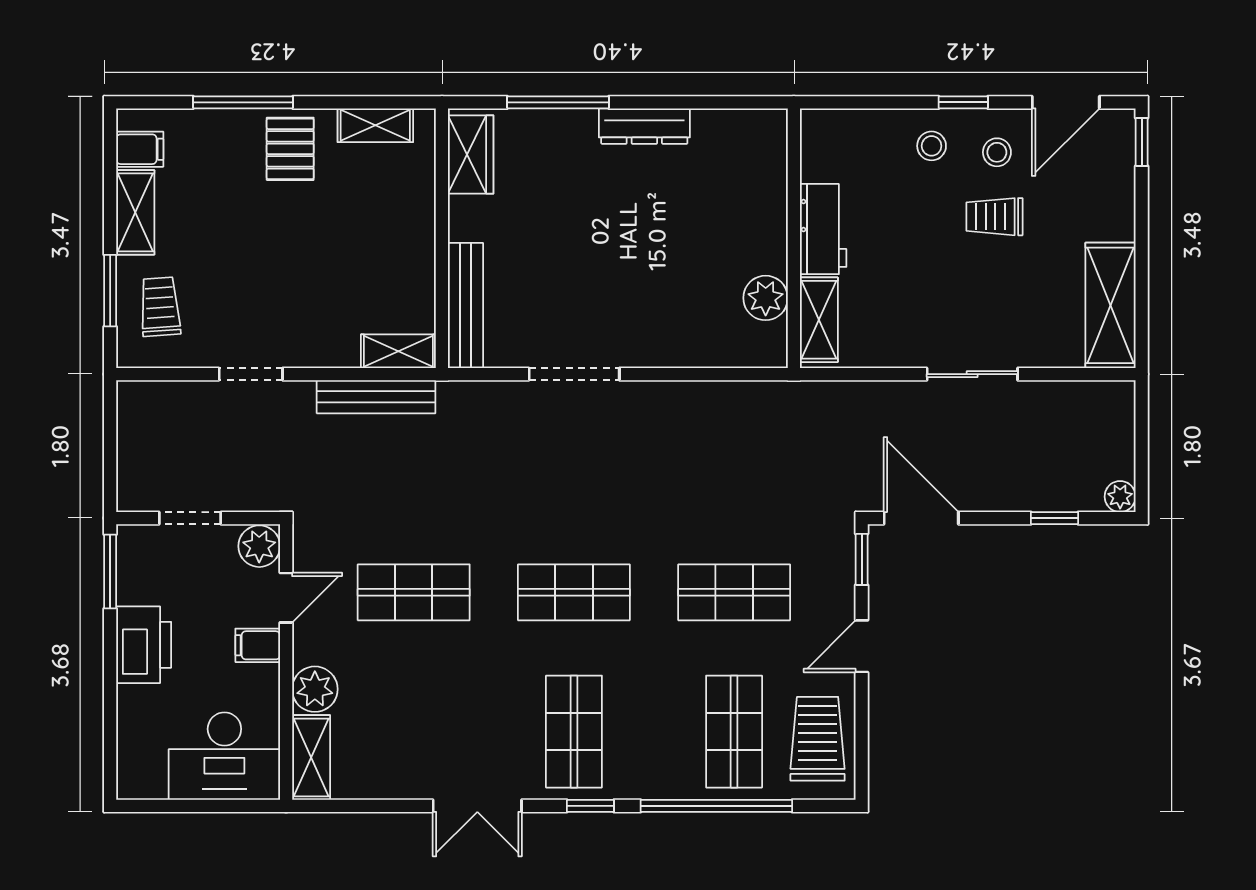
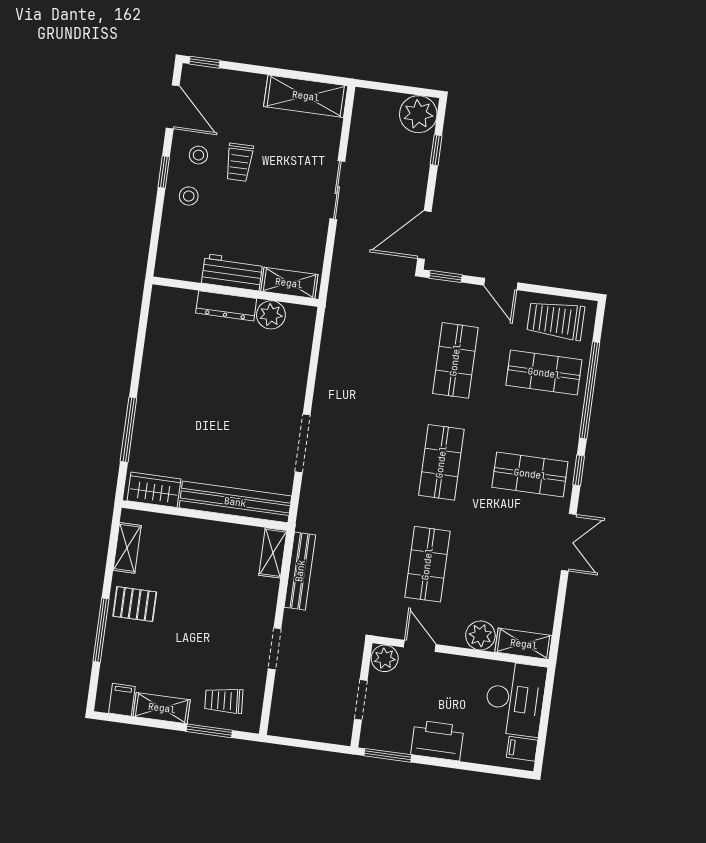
dresser: (644, 126) -> (226, 306), moved, turned 90
bench: (466, 305) -> (235, 502), width x1.37, depth x1.21
plant: (1120, 497) -> (418, 114), width x1.87, depth x1.87
filing cabinet: (258, 645) -> (522, 749), moved, turned 90

